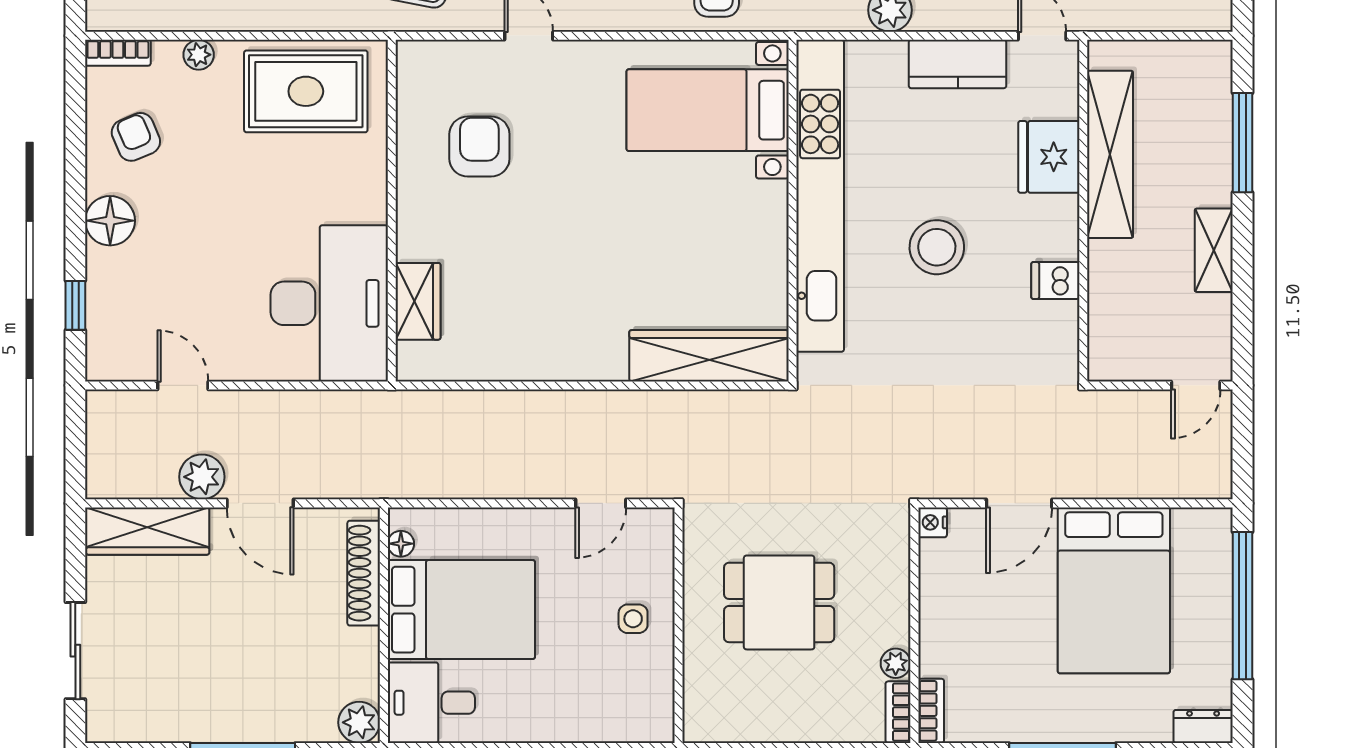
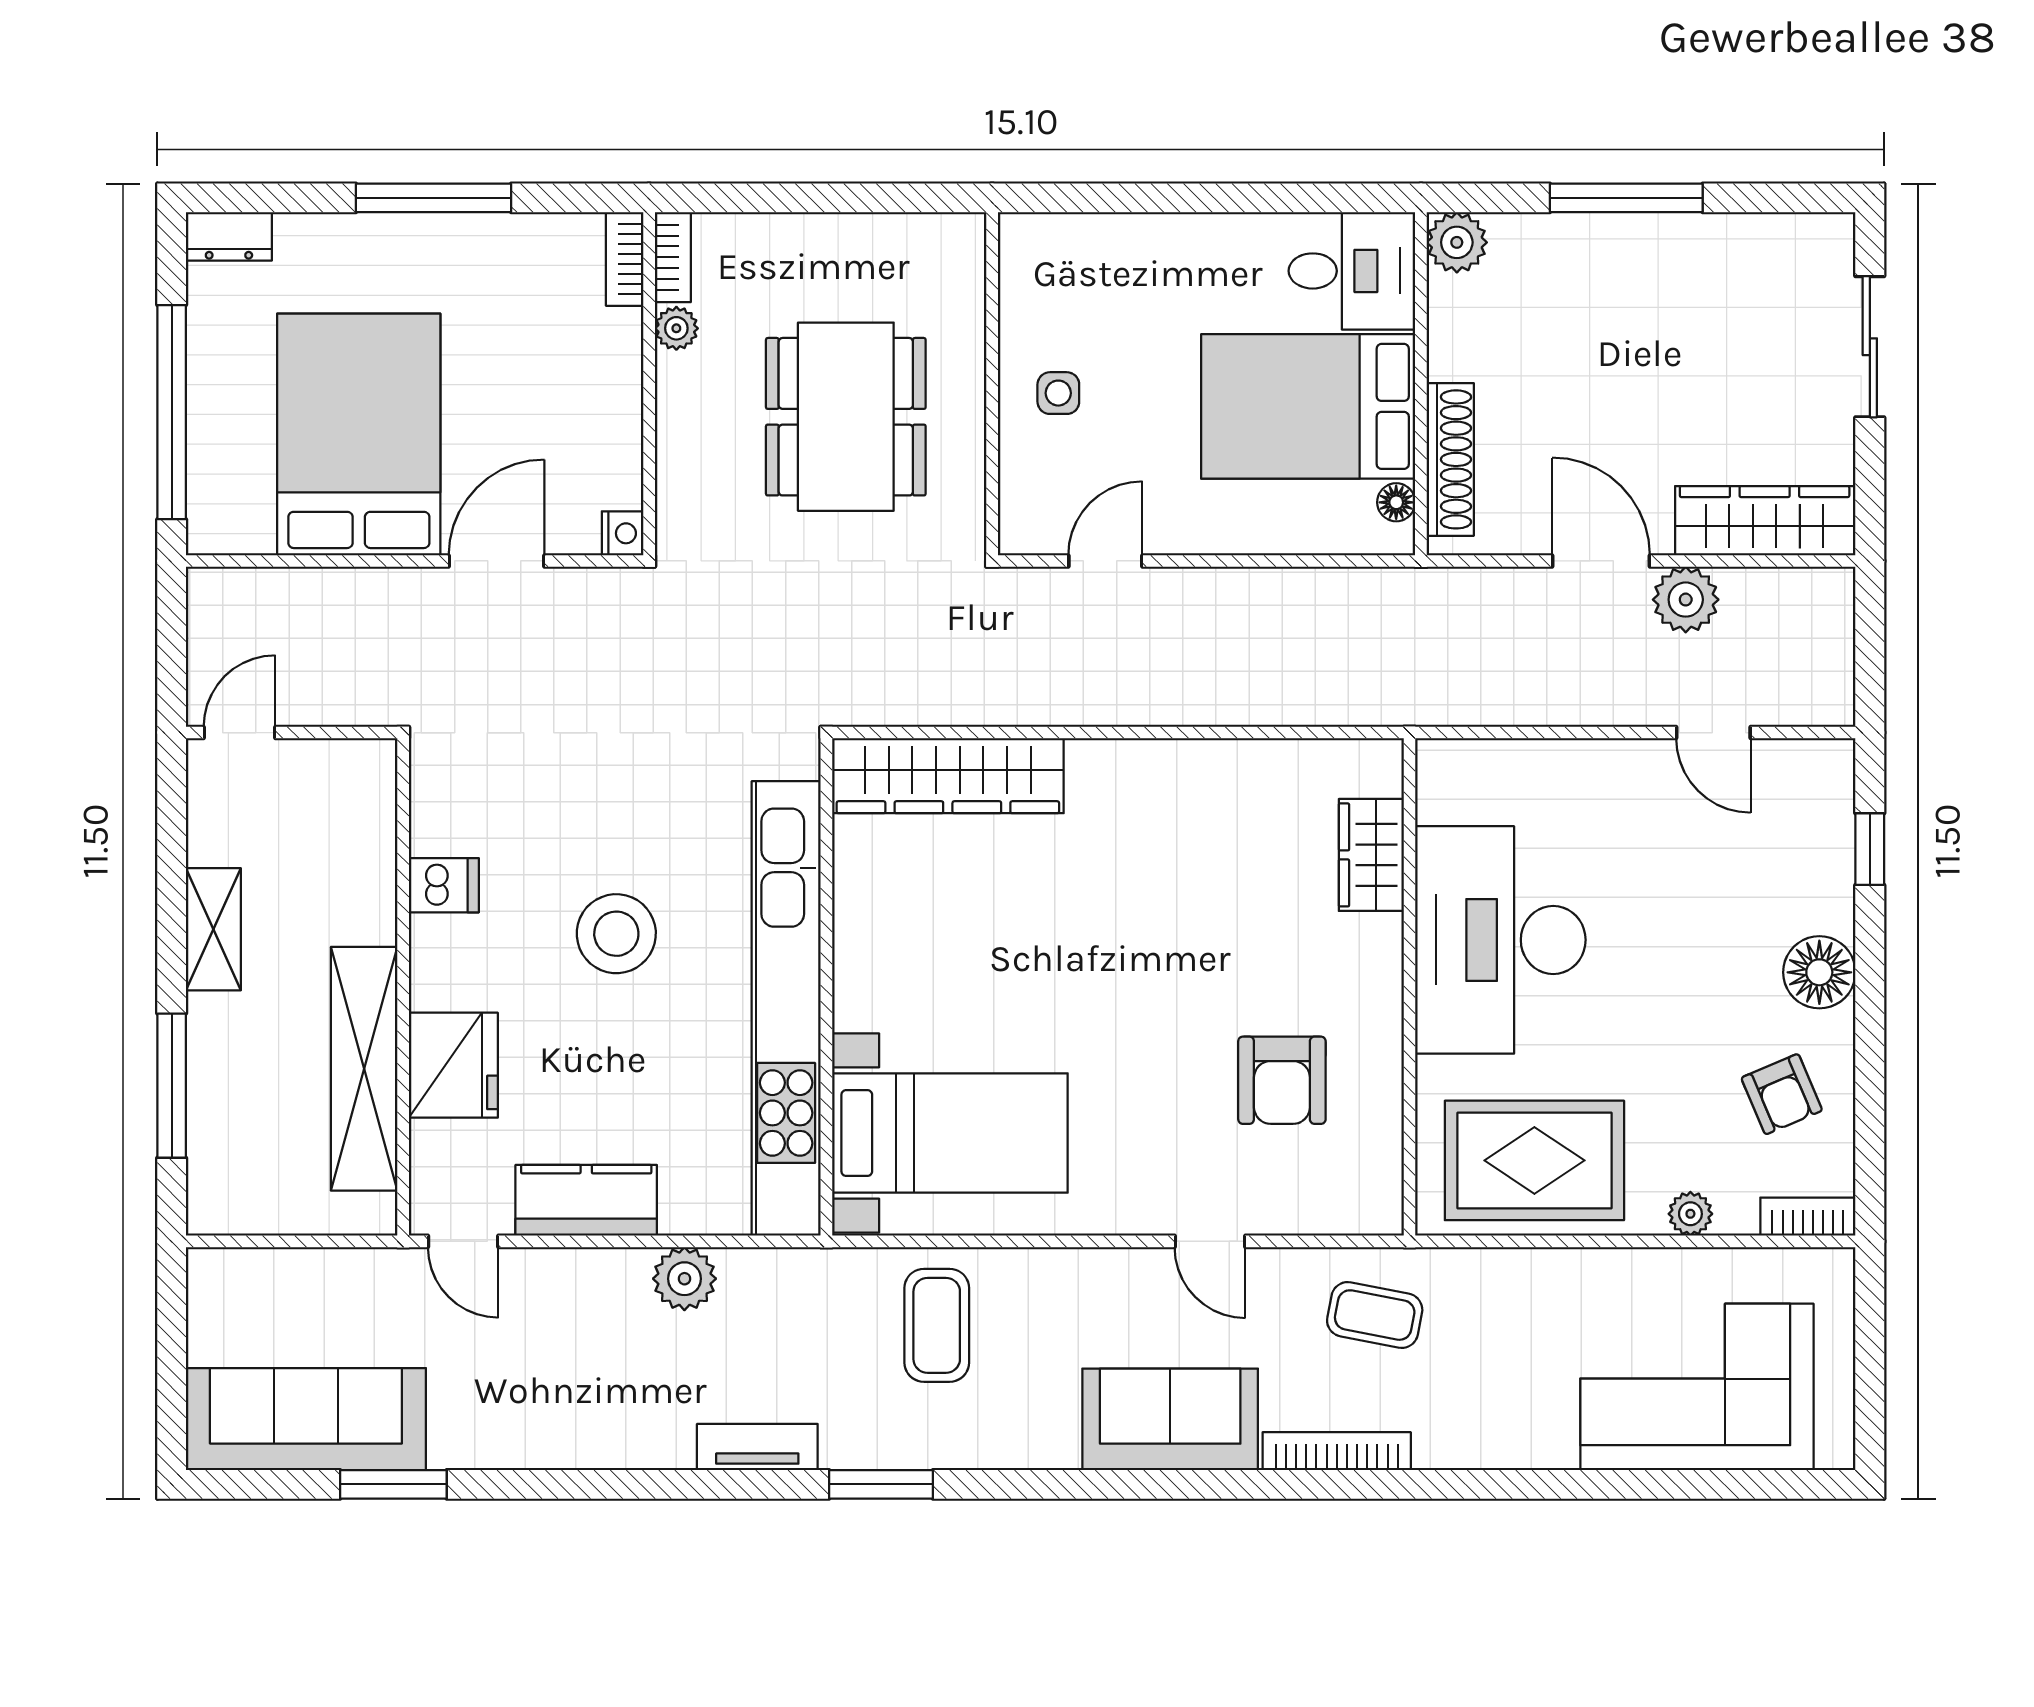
desk: (329, 303) -> (1500, 940), moved
dining table: (779, 602) -> (846, 417), width x1.38

